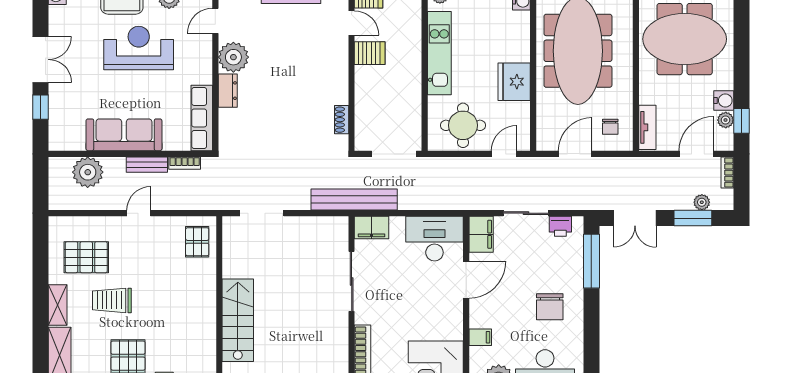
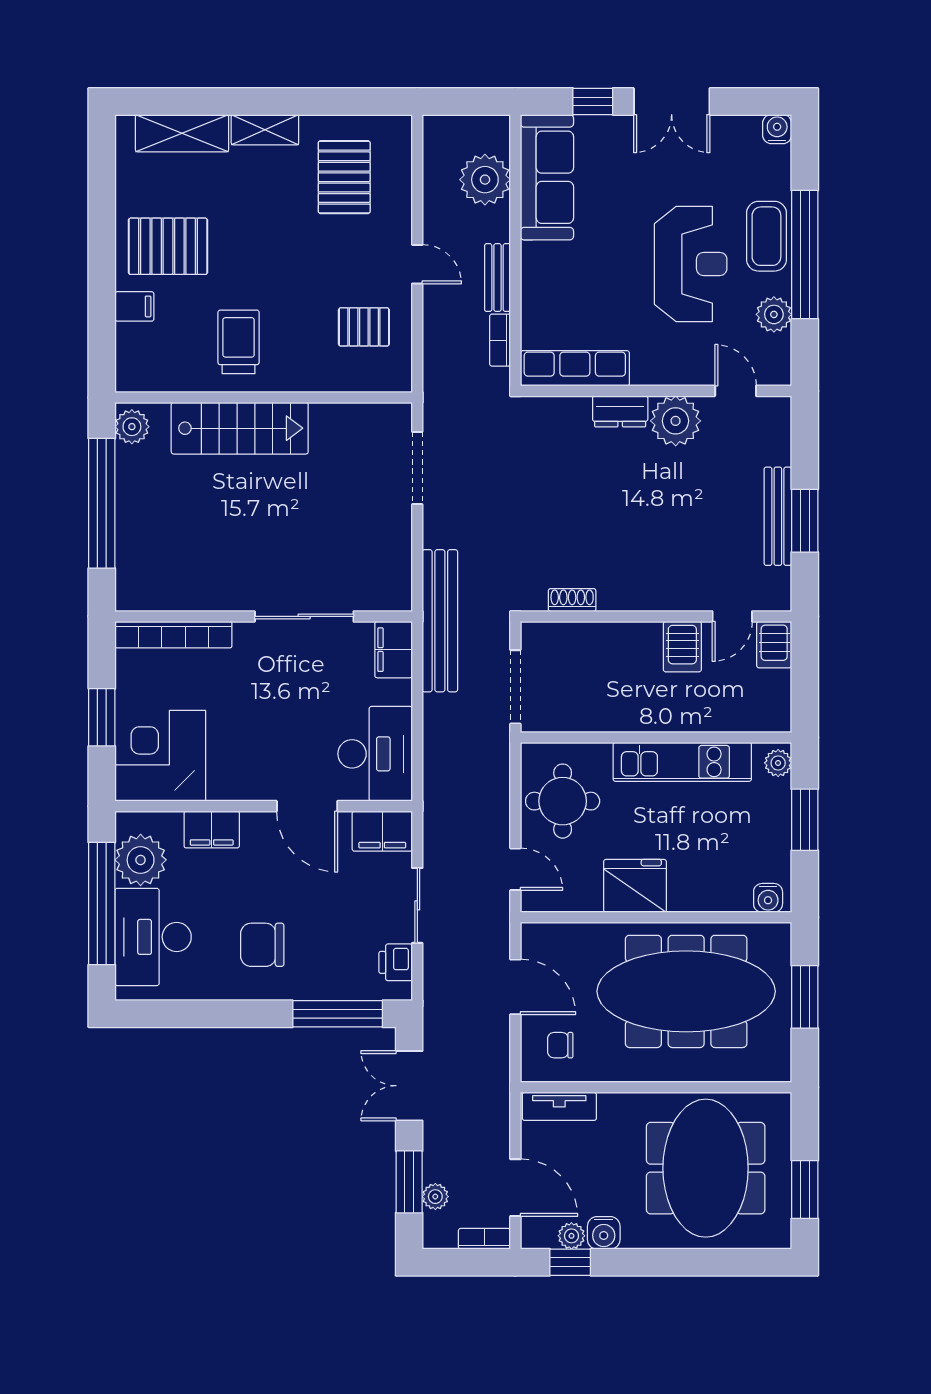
sofa: (124, 135) -> (547, 177), moved
pallet: (197, 242) -> (364, 327), moved
trolley: (112, 300) -> (239, 342), moved
filing cabinet: (480, 337) -> (212, 830), width x2.00

